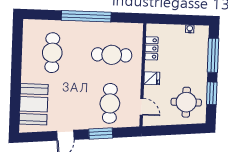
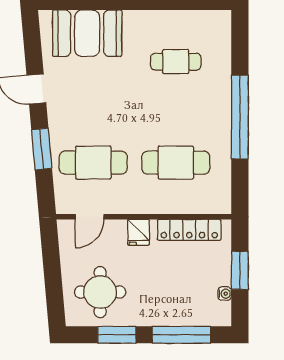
window: (176, 19) -> (240, 270), added
locker: (152, 48) -> (189, 230), width x1.53
cafe table: (52, 53) -> (176, 62), width x0.73, depth x0.74
cafe table: (112, 55) -> (176, 163), turned 90

